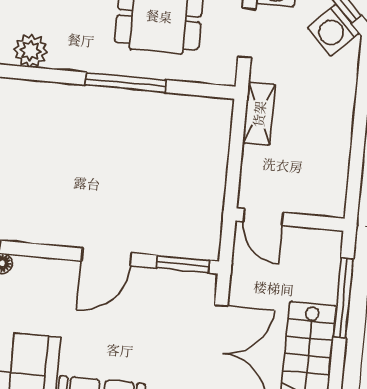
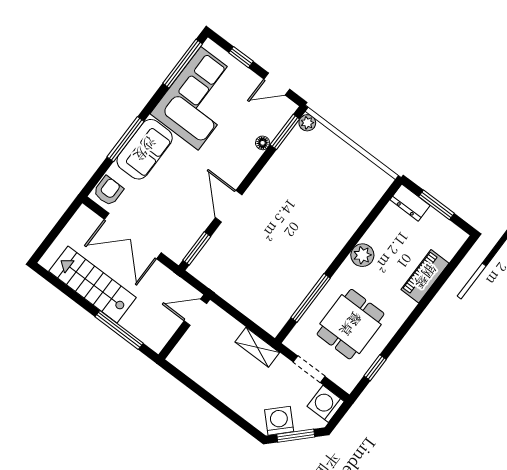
plant: (31, 51) -> (362, 255), moved
window: (125, 82) -> (311, 298), moved

